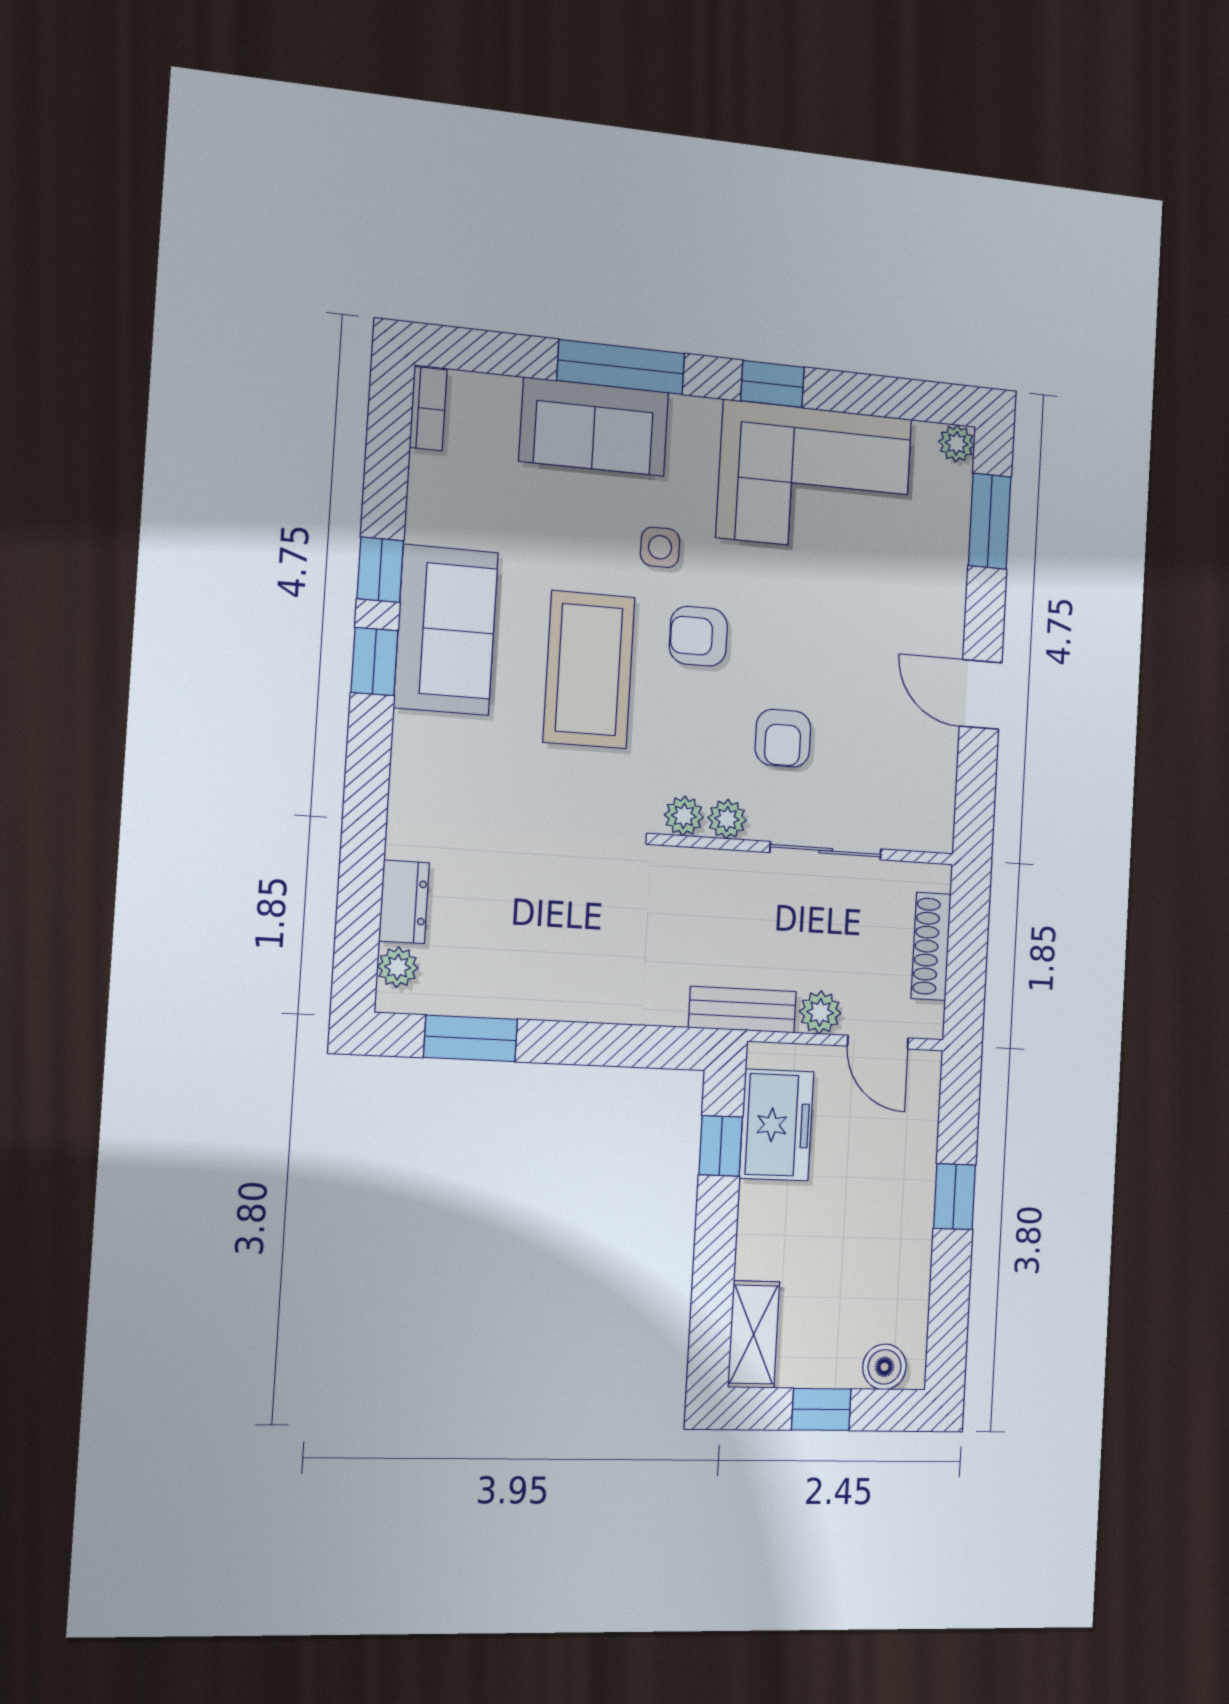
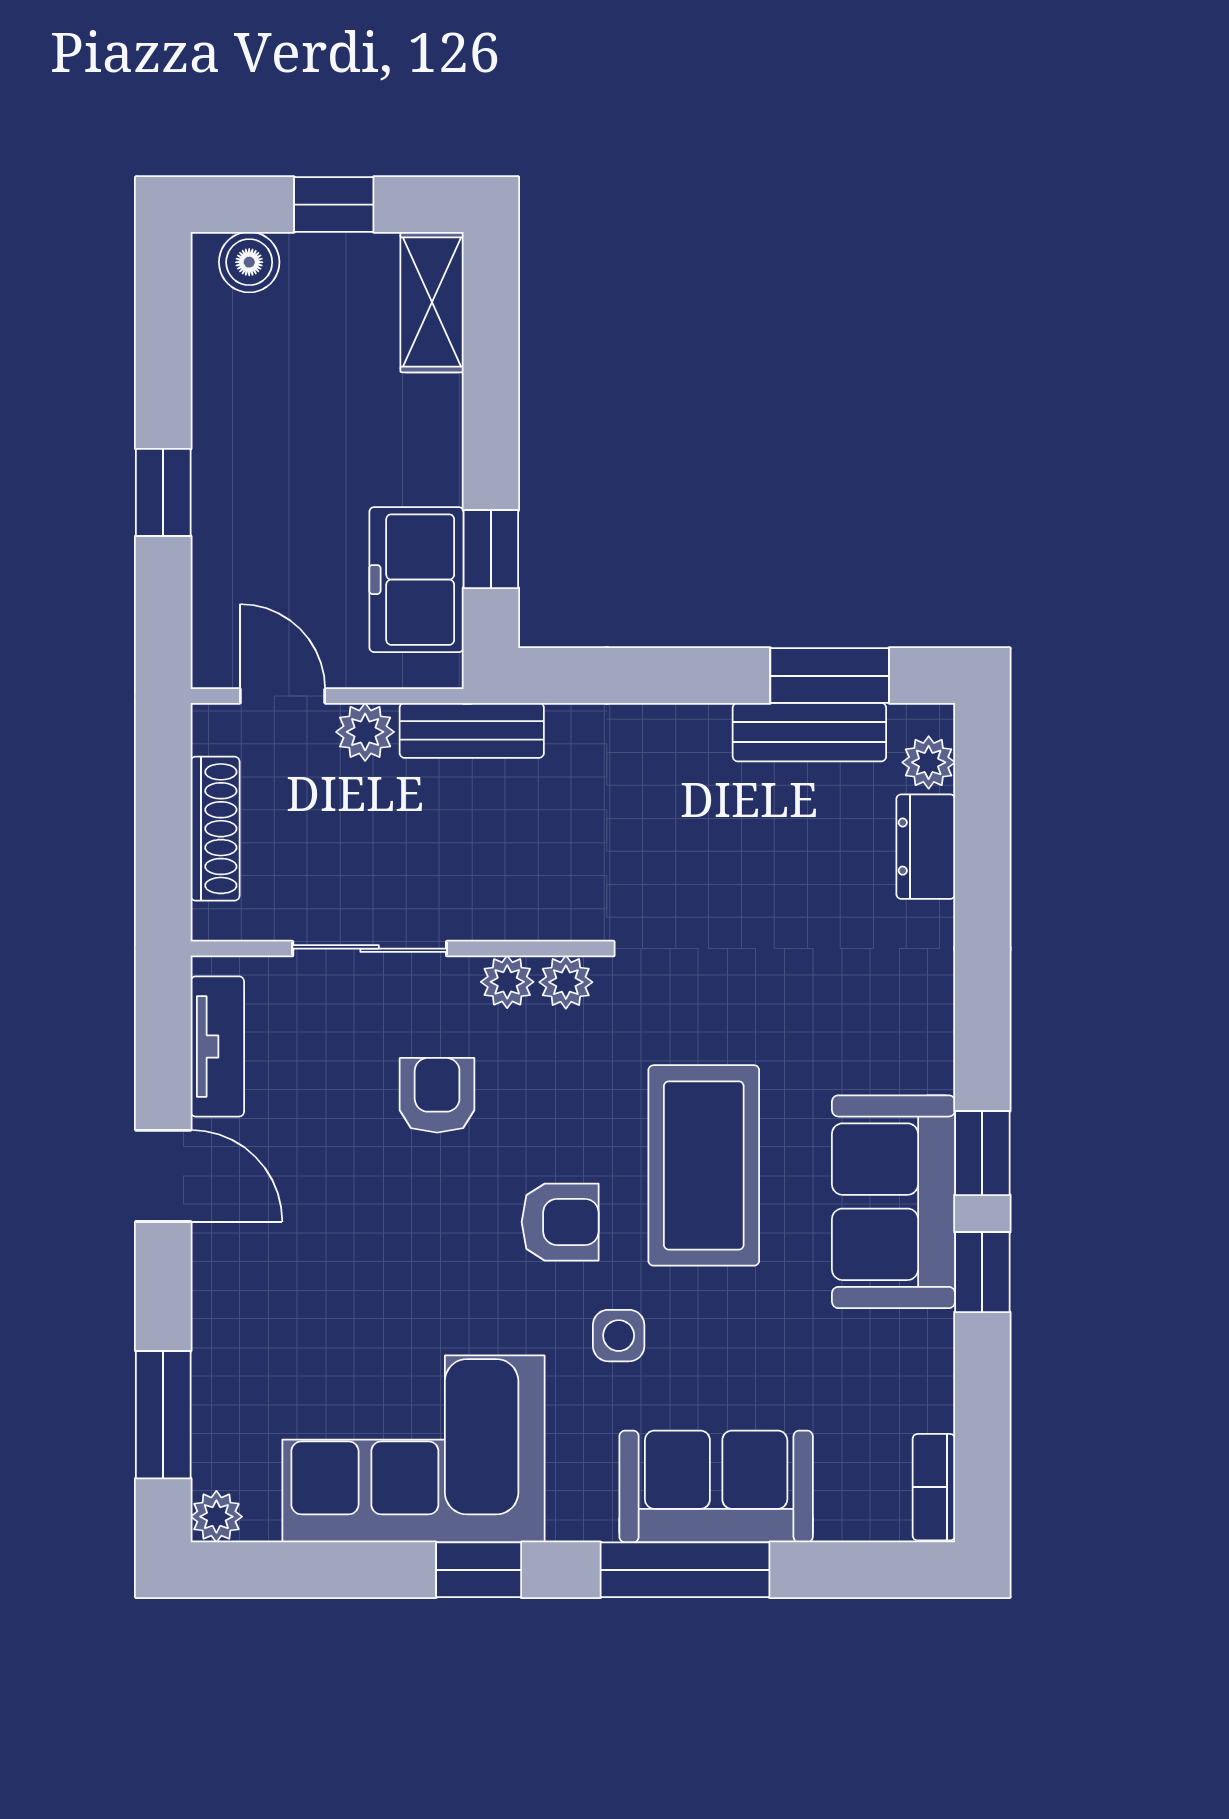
tv unit: (938, 786) -> (217, 1046), added
bench: (489, 995) -> (809, 732), added

